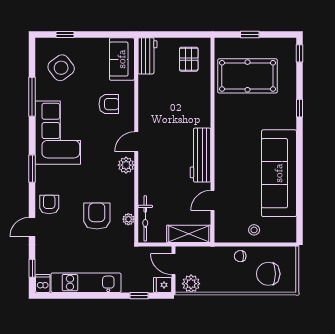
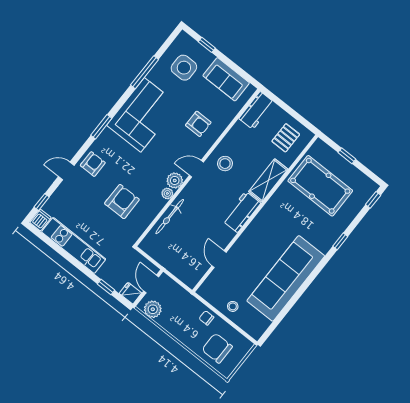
sofa: (122, 59) -> (226, 79), moved, turned -90
side table: (61, 68) -> (184, 68), turned 37
stool: (156, 119) -> (225, 164), added
workbench: (200, 155) -> (242, 212), width x0.73
door: (212, 200) -> (219, 259), hinge flipped
bicycle: (145, 218) -> (170, 217), moved
plant: (128, 219) -> (167, 193), moved
shelving: (189, 234) -> (268, 180), moved, turned 90

